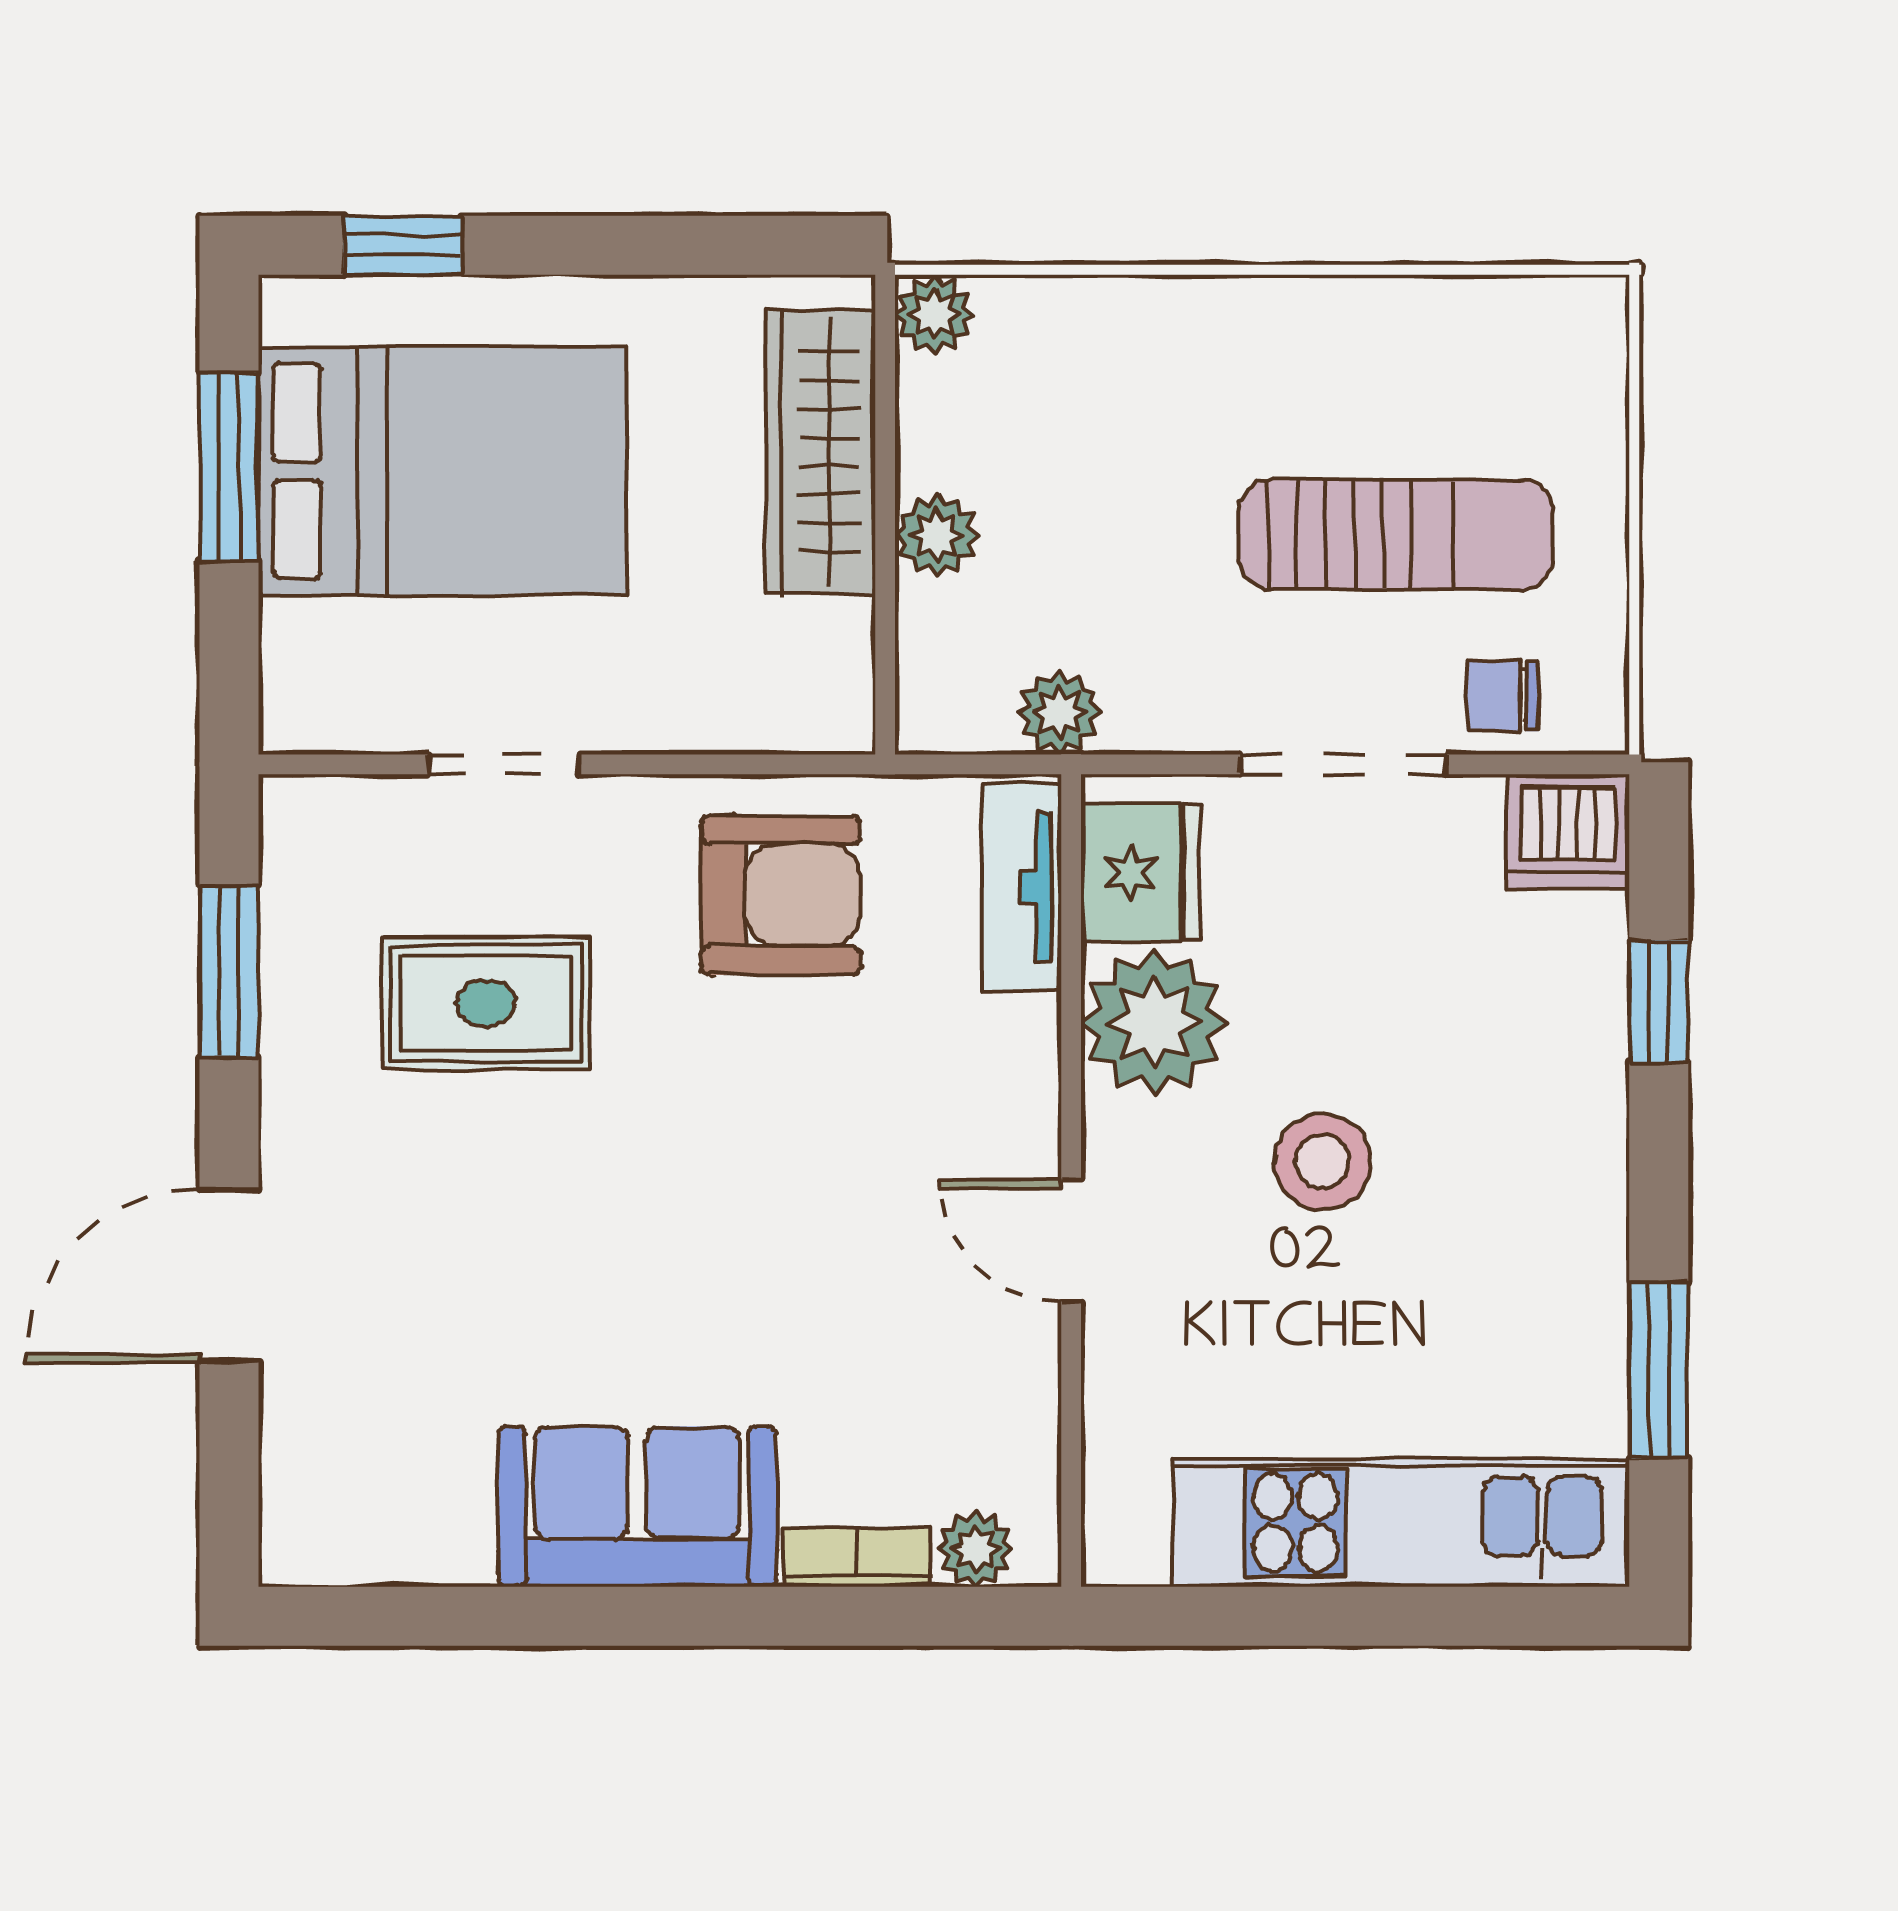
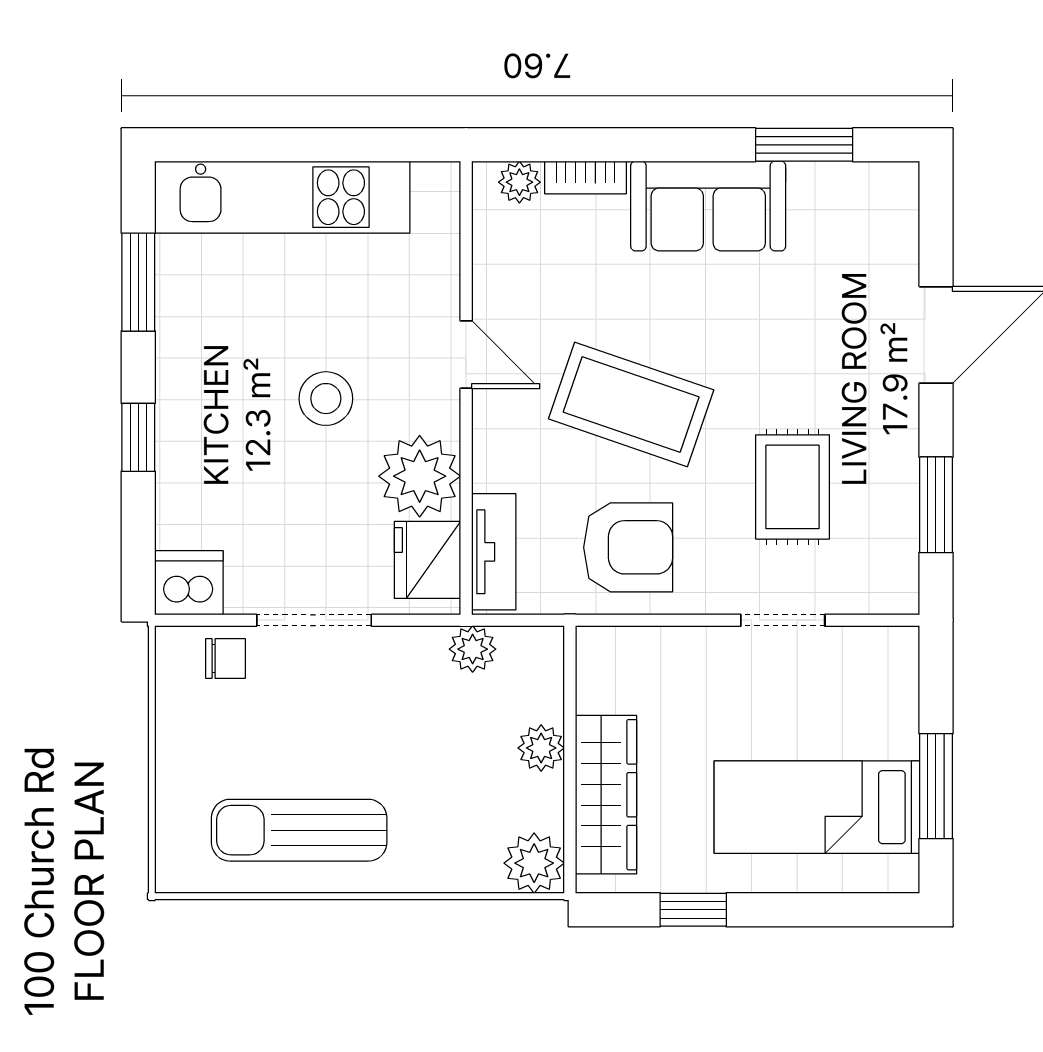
window: (403, 245) -> (693, 910), moved
plant: (934, 314) -> (534, 863), width x1.38, depth x1.38
bed: (442, 471) -> (817, 807), width x0.67
sun lounger: (1396, 535) -> (299, 830), moved
armchair: (781, 895) -> (628, 547), turned 180
window: (1659, 1001) -> (138, 437), moved
rug: (486, 1003) -> (793, 487), turned 90
coffee table: (775, 1151) -> (631, 404), added
window: (465, 1616) -> (804, 145), added

